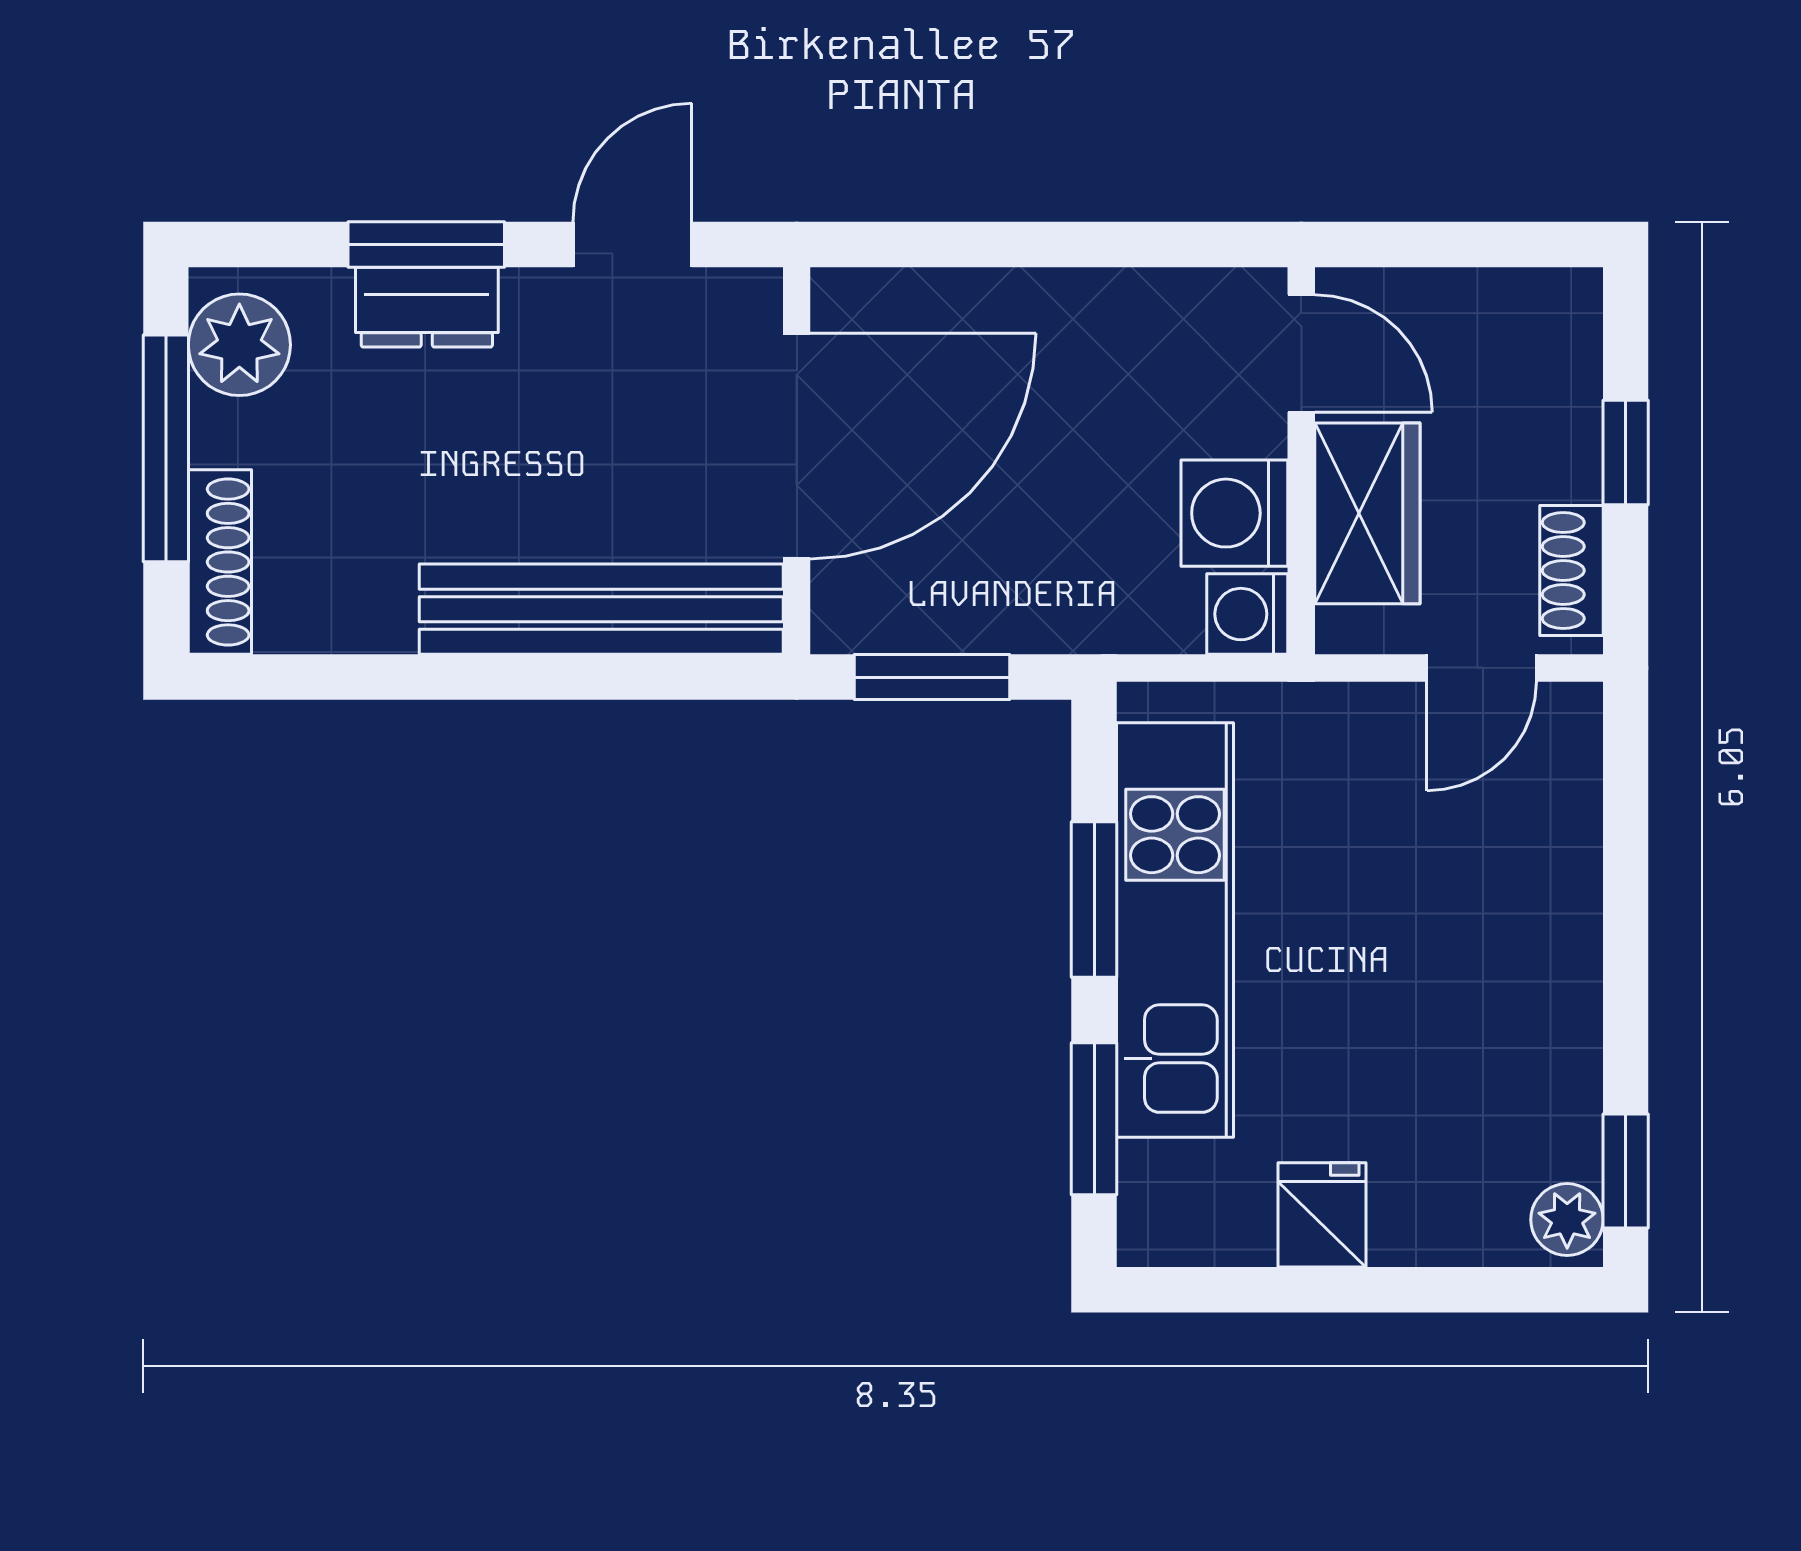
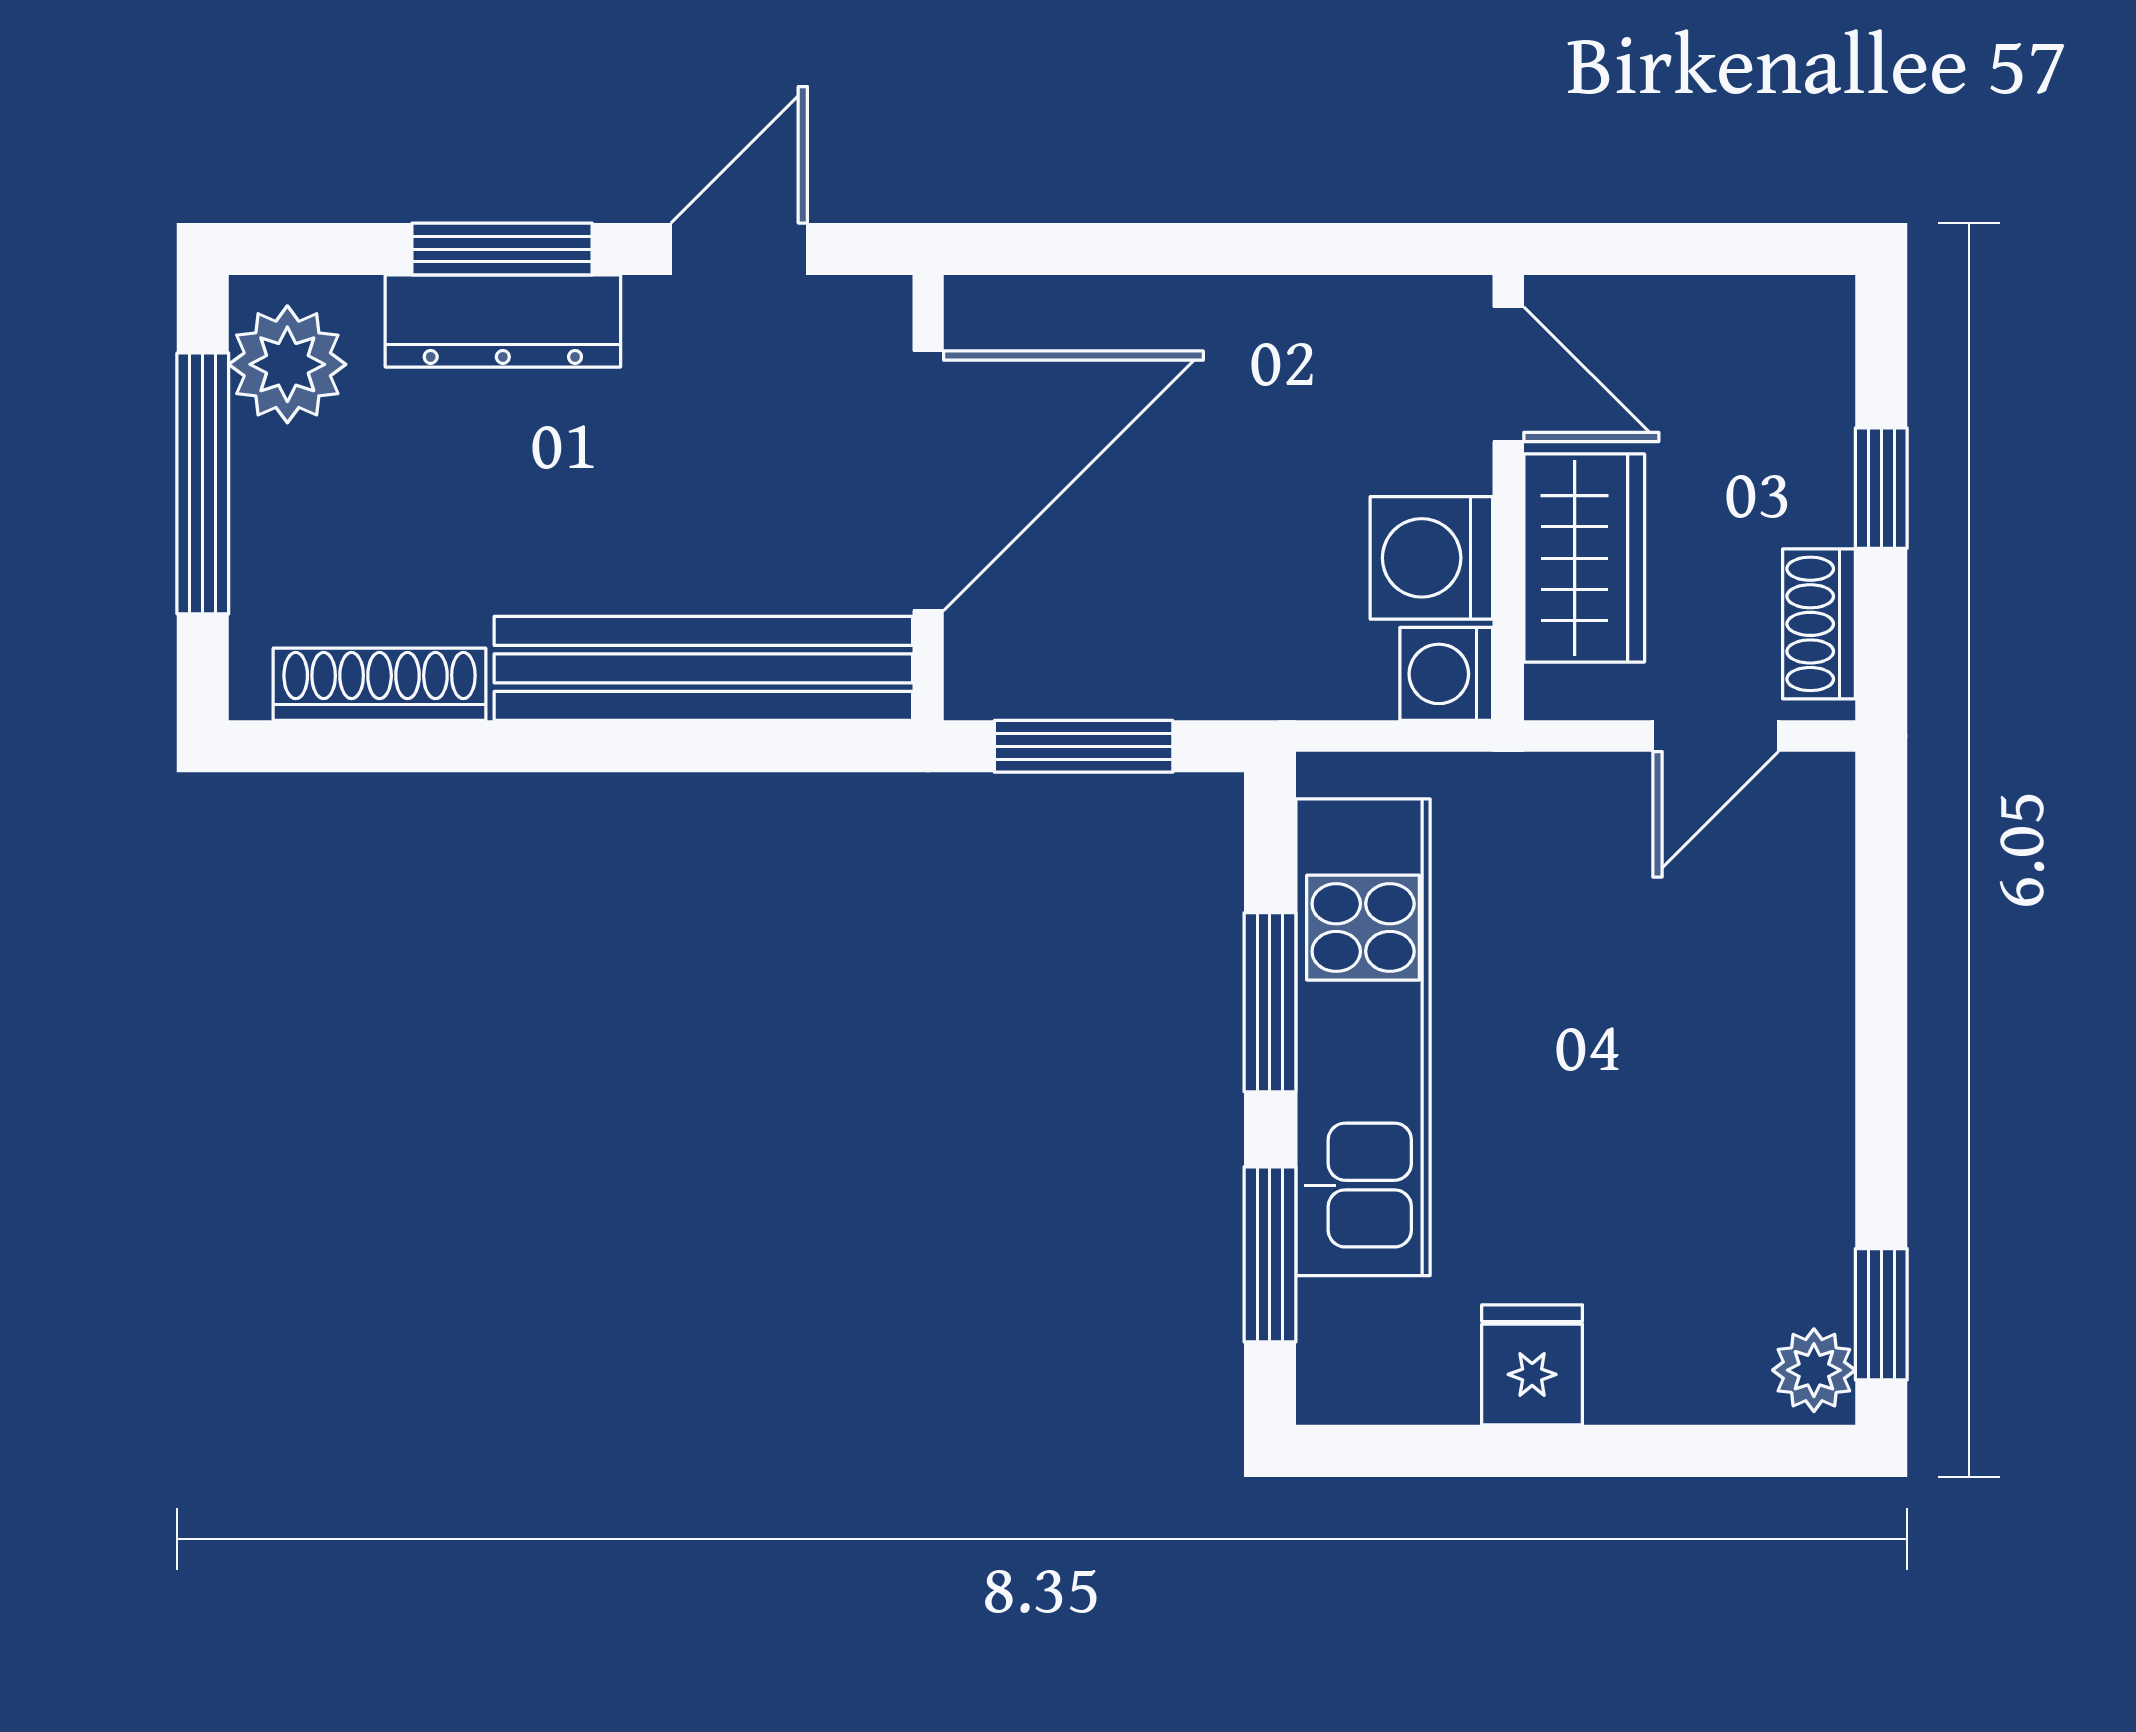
dresser: (427, 307) -> (503, 321), width x1.44
shoe rack: (220, 562) -> (380, 684), moved, turned -90

